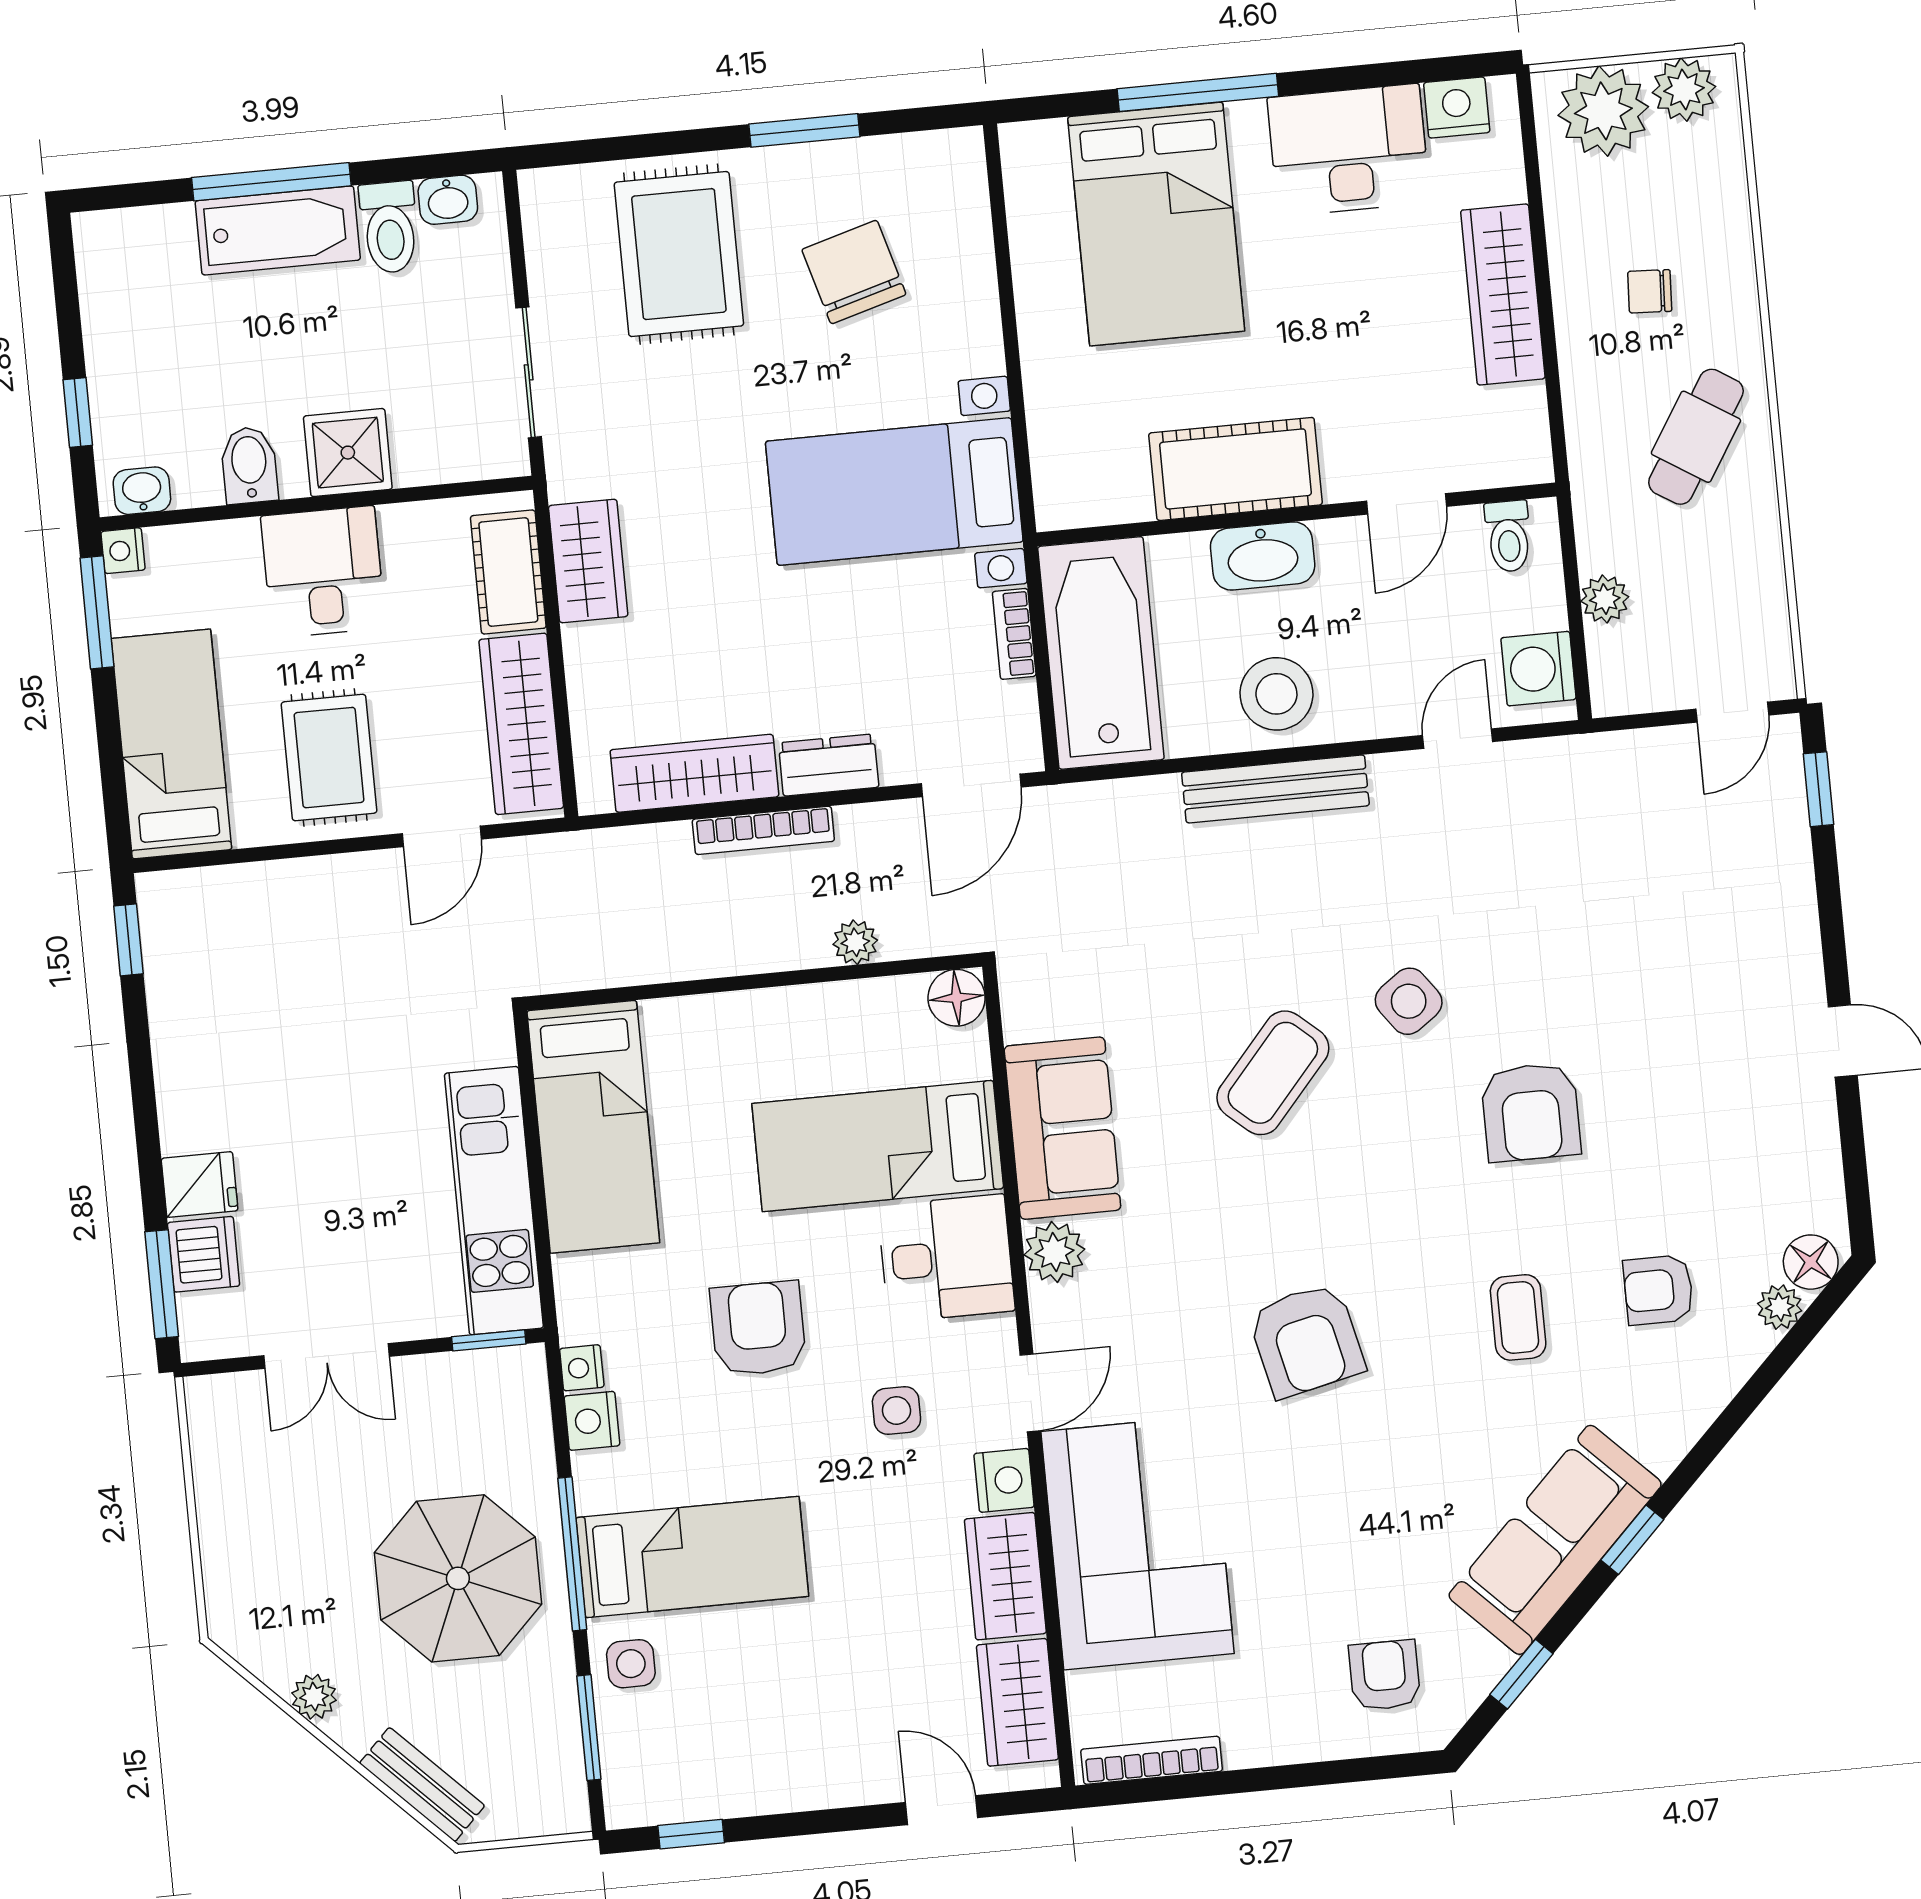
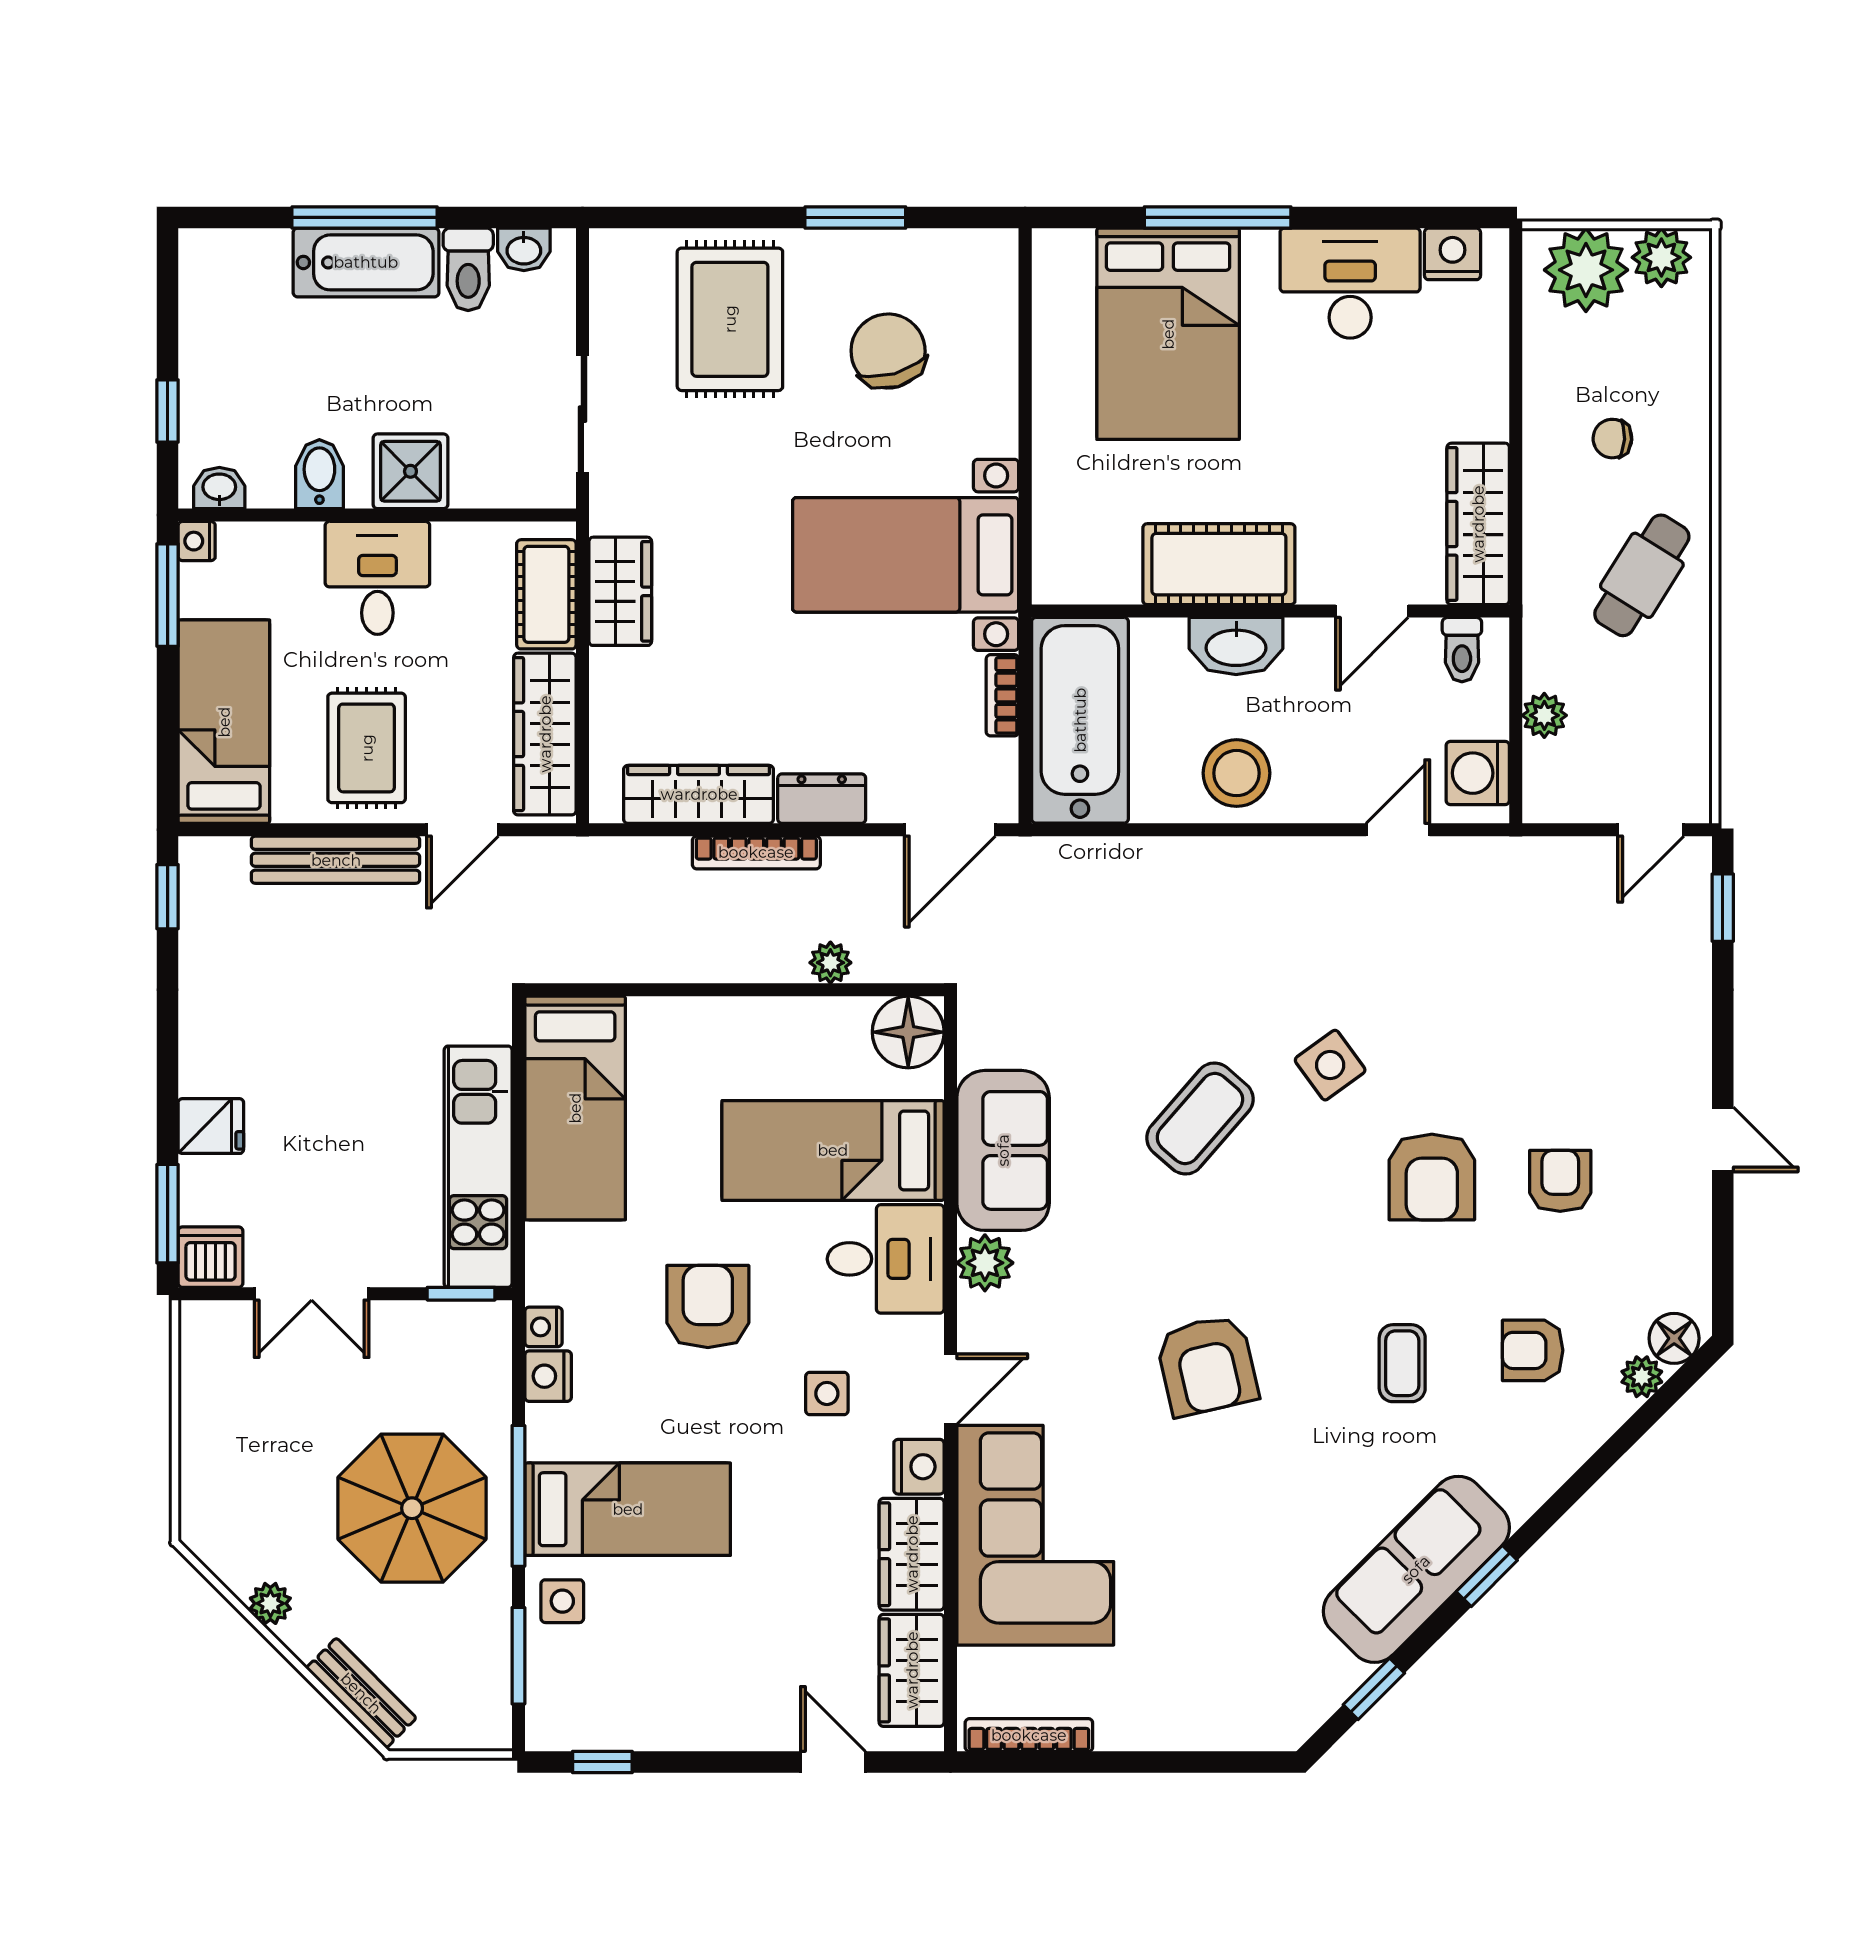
wardrobe: (1503, 294) -> (1478, 524), moved
bench: (1275, 789) -> (336, 860), moved
floor lamp: (957, 998) -> (908, 1032), width x1.38, depth x1.38
dishwasher: (204, 1254) -> (211, 1257), moved, turned -90
armchair: (1385, 1675) -> (1560, 1181), moved

